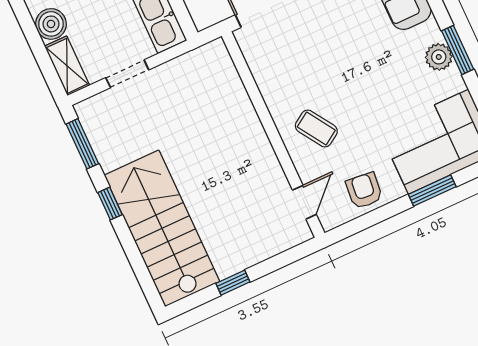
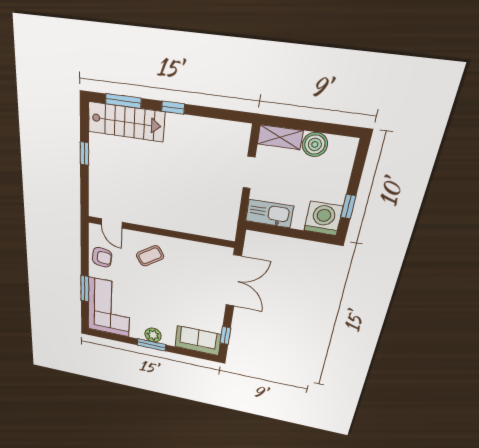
window: (82, 144) -> (123, 101), moved
stairs: (162, 228) -> (126, 122), width x0.73, depth x0.66

